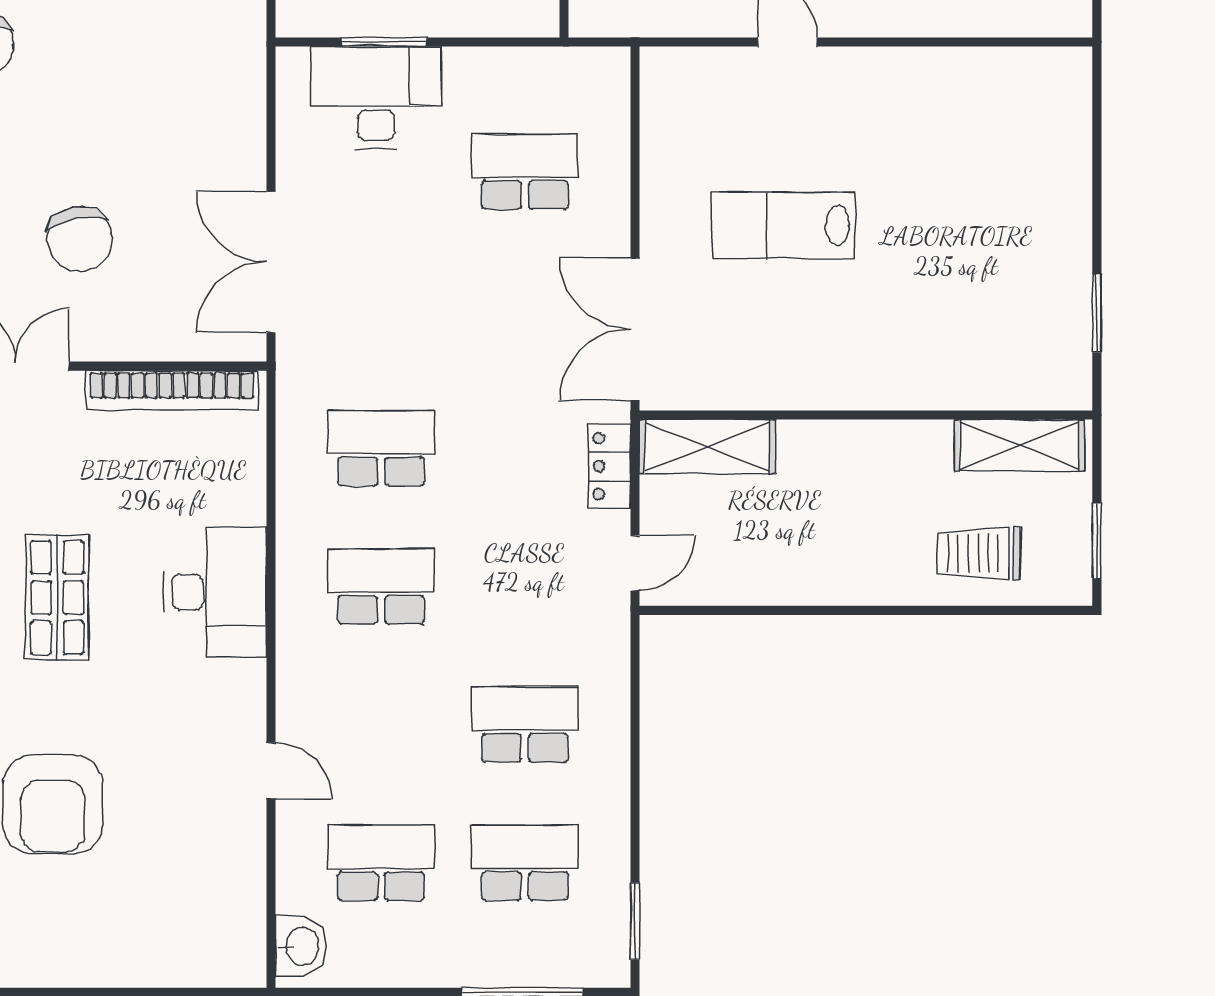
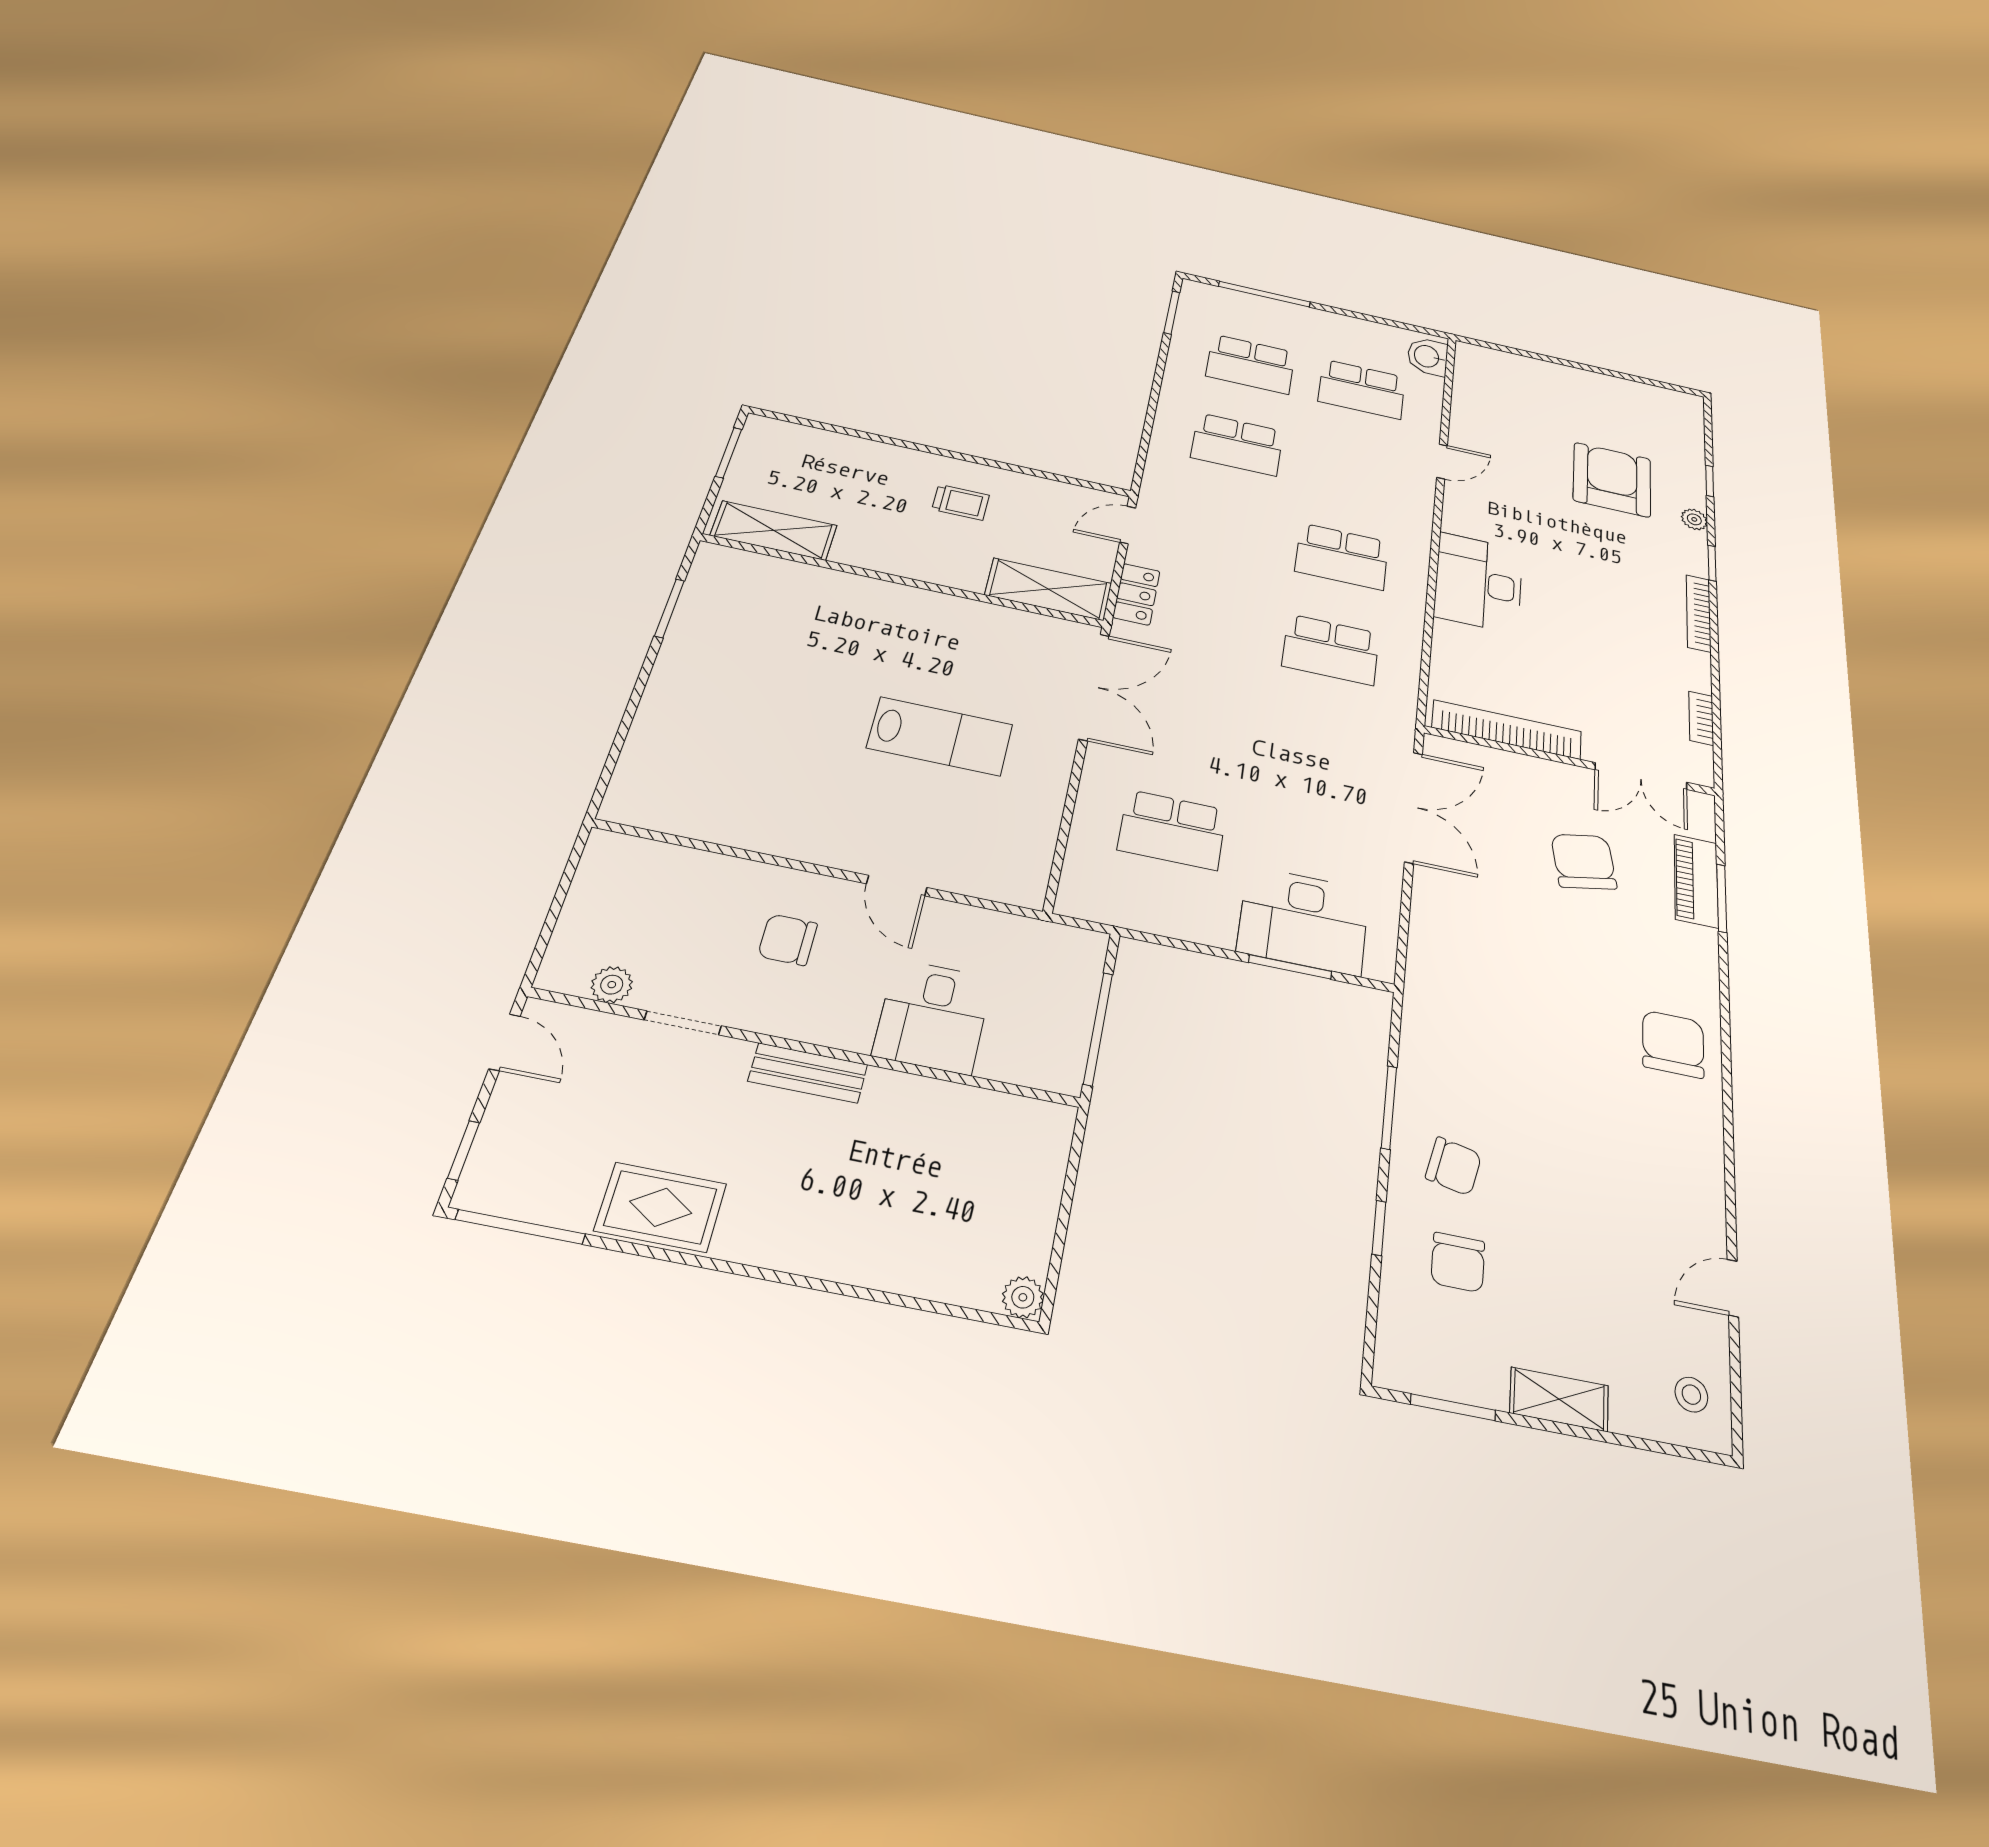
trolley: (979, 553) -> (961, 502), moved, width x0.73, depth x0.72
shop shelf: (57, 598) -> (1607, 607), removed
door: (271, 771) -> (1442, 461), swing flipped

